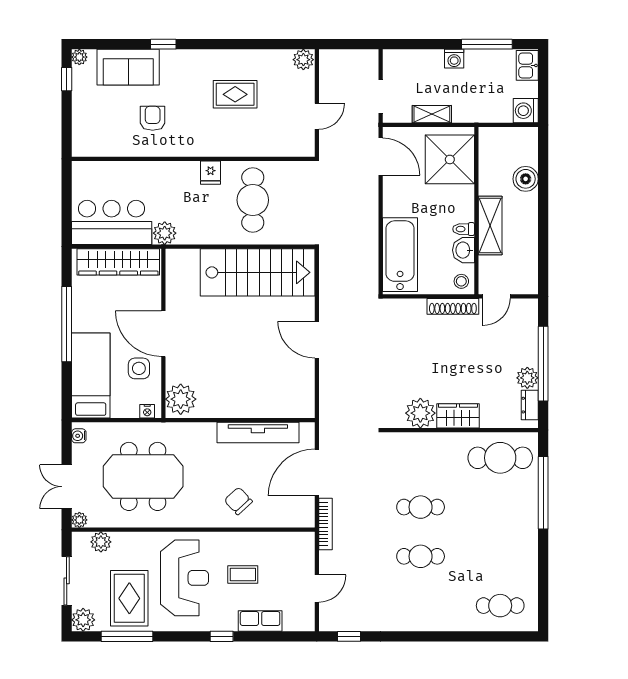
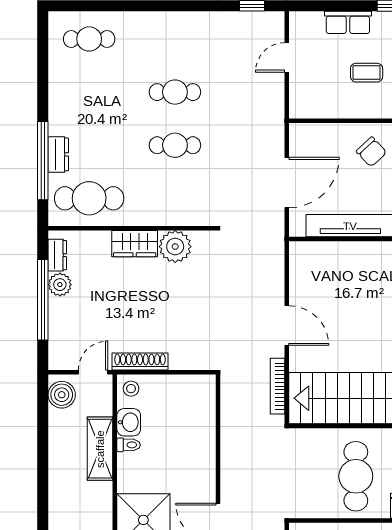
boiler: (526, 179) -> (62, 395), moved
bathtub: (400, 255) -> (197, 417), removed
dresser: (529, 499) -> (58, 154), added
bookcase: (325, 524) -> (278, 386), moved

